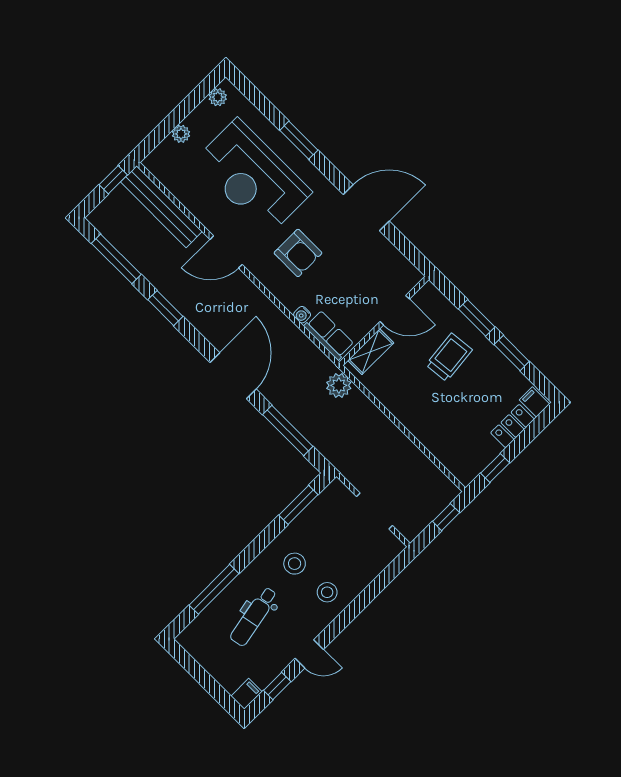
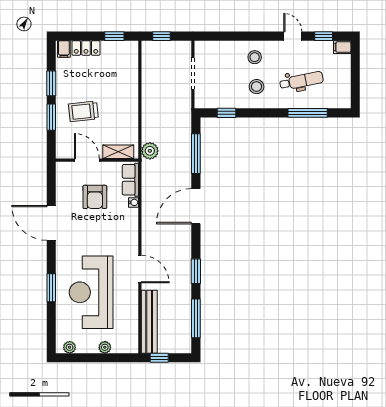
reception desk: (253, 177) -> (91, 292), turned 180
armchair: (298, 253) -> (95, 197), moved, turned 180
window: (298, 505) -> (227, 113), width x0.67

